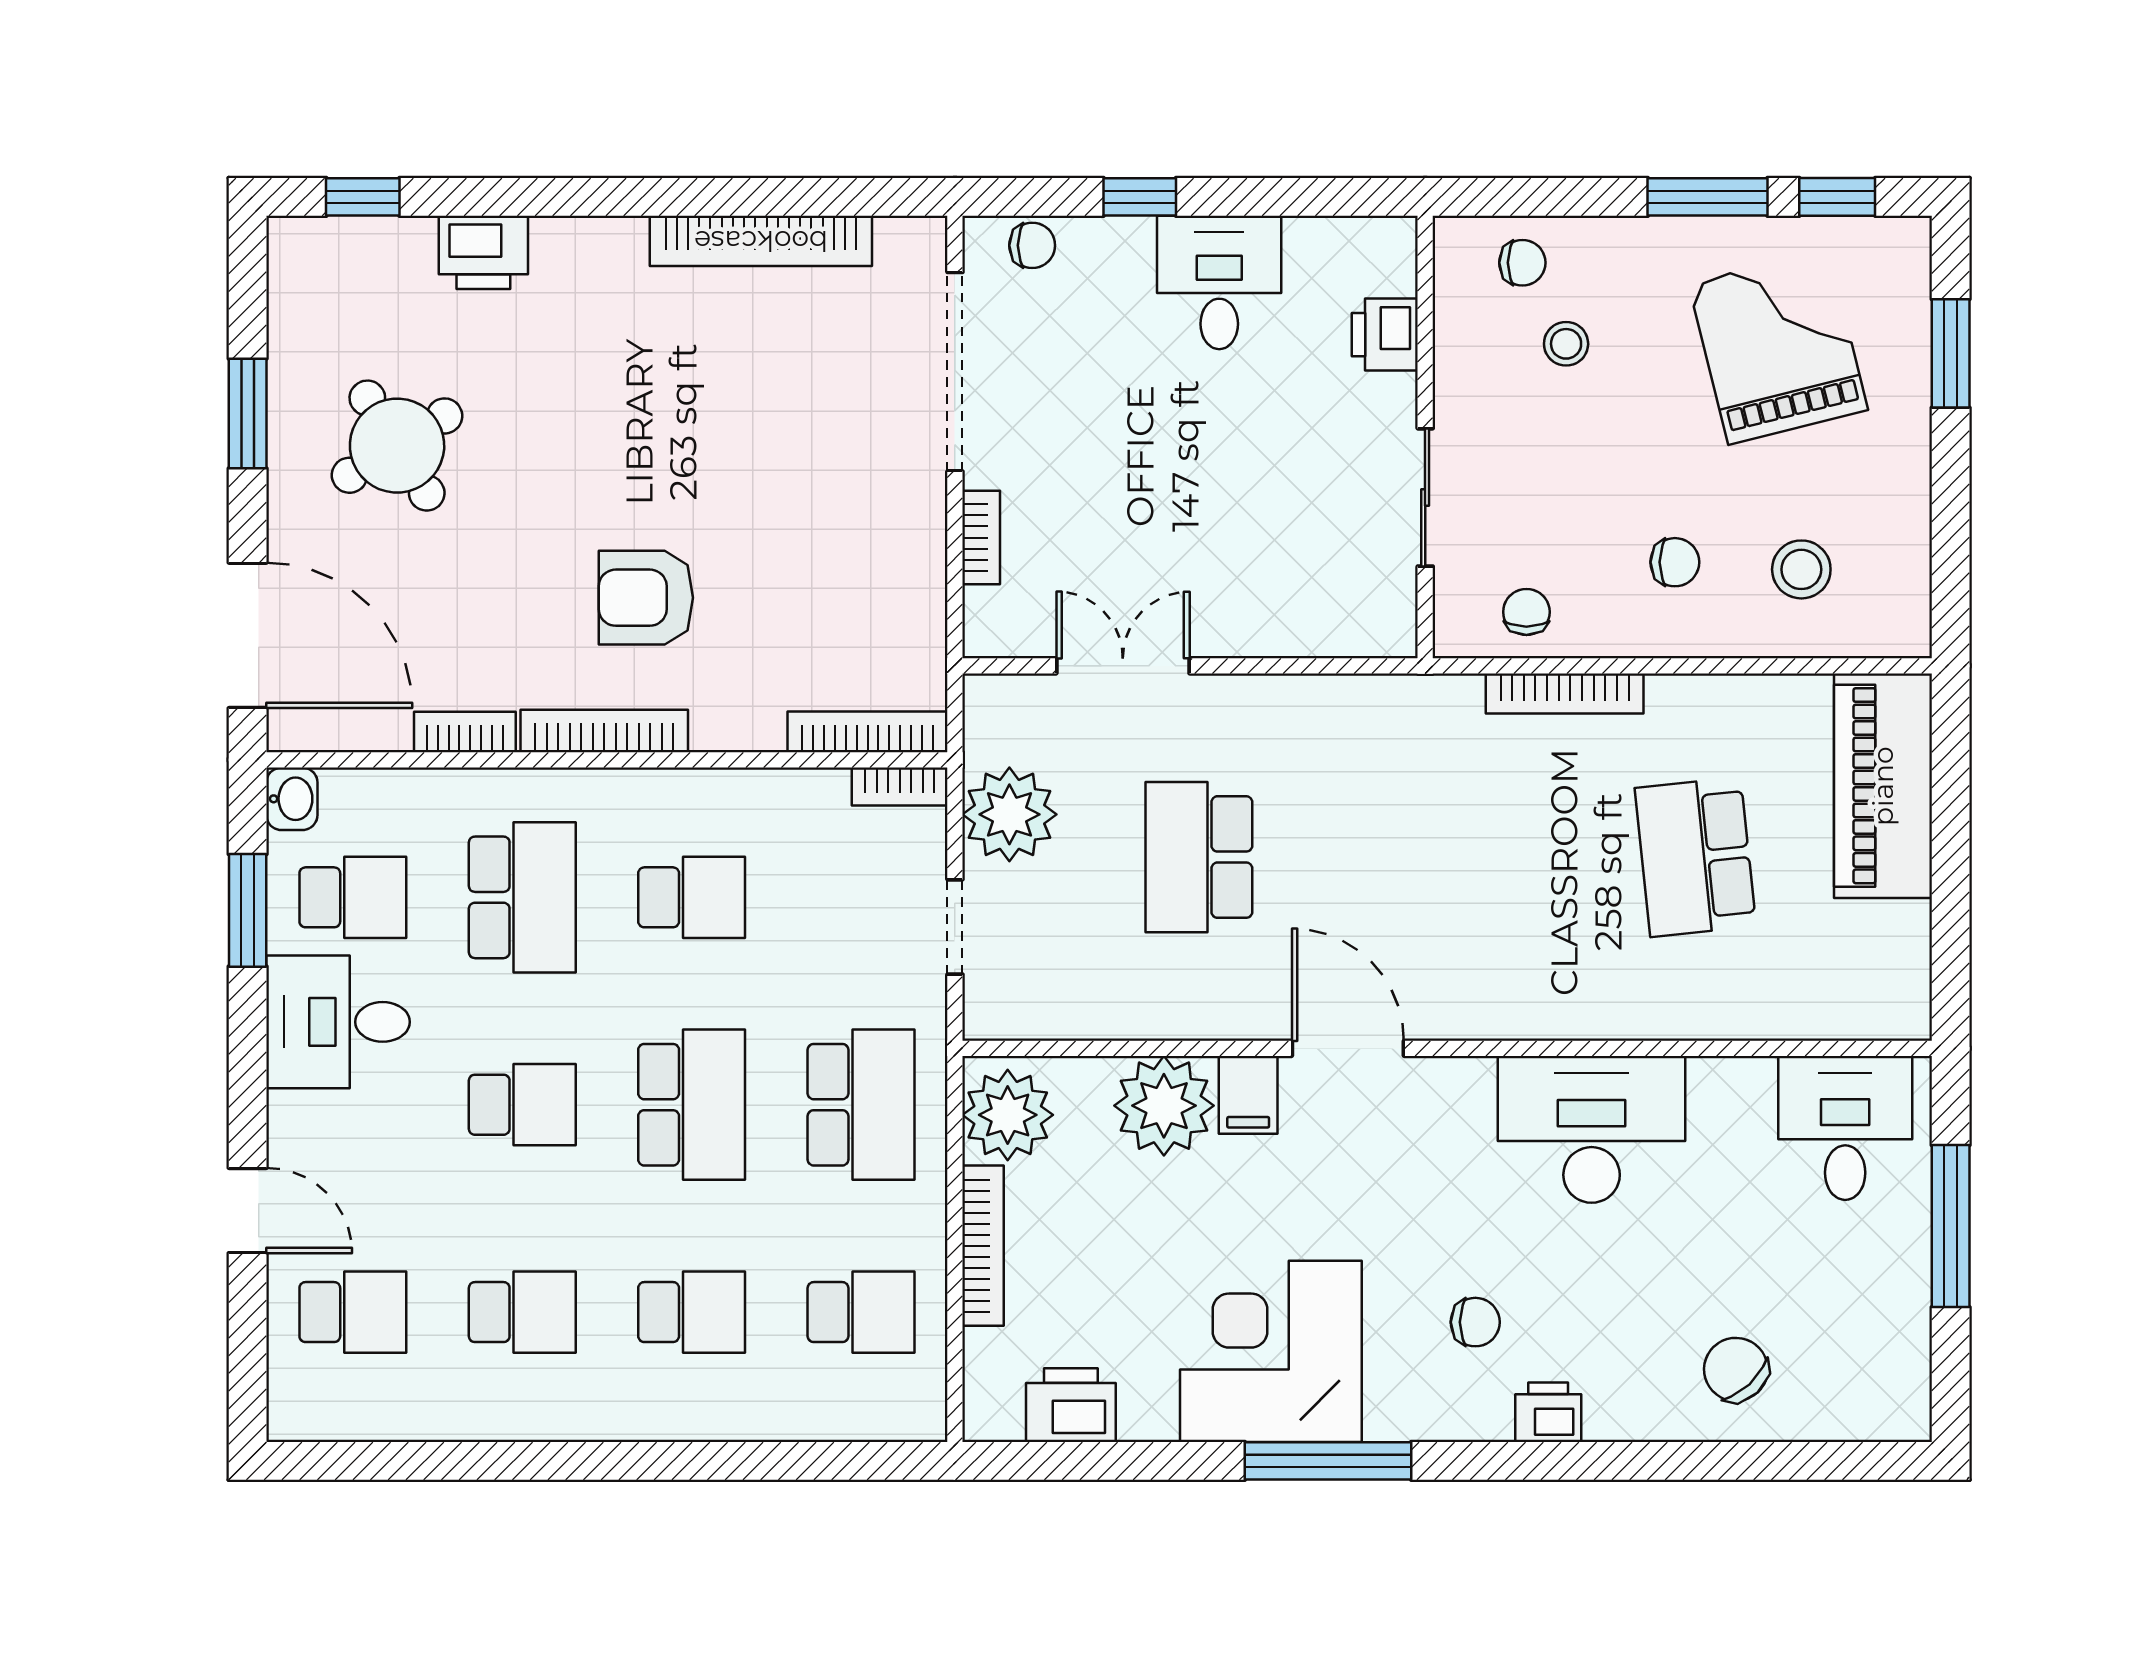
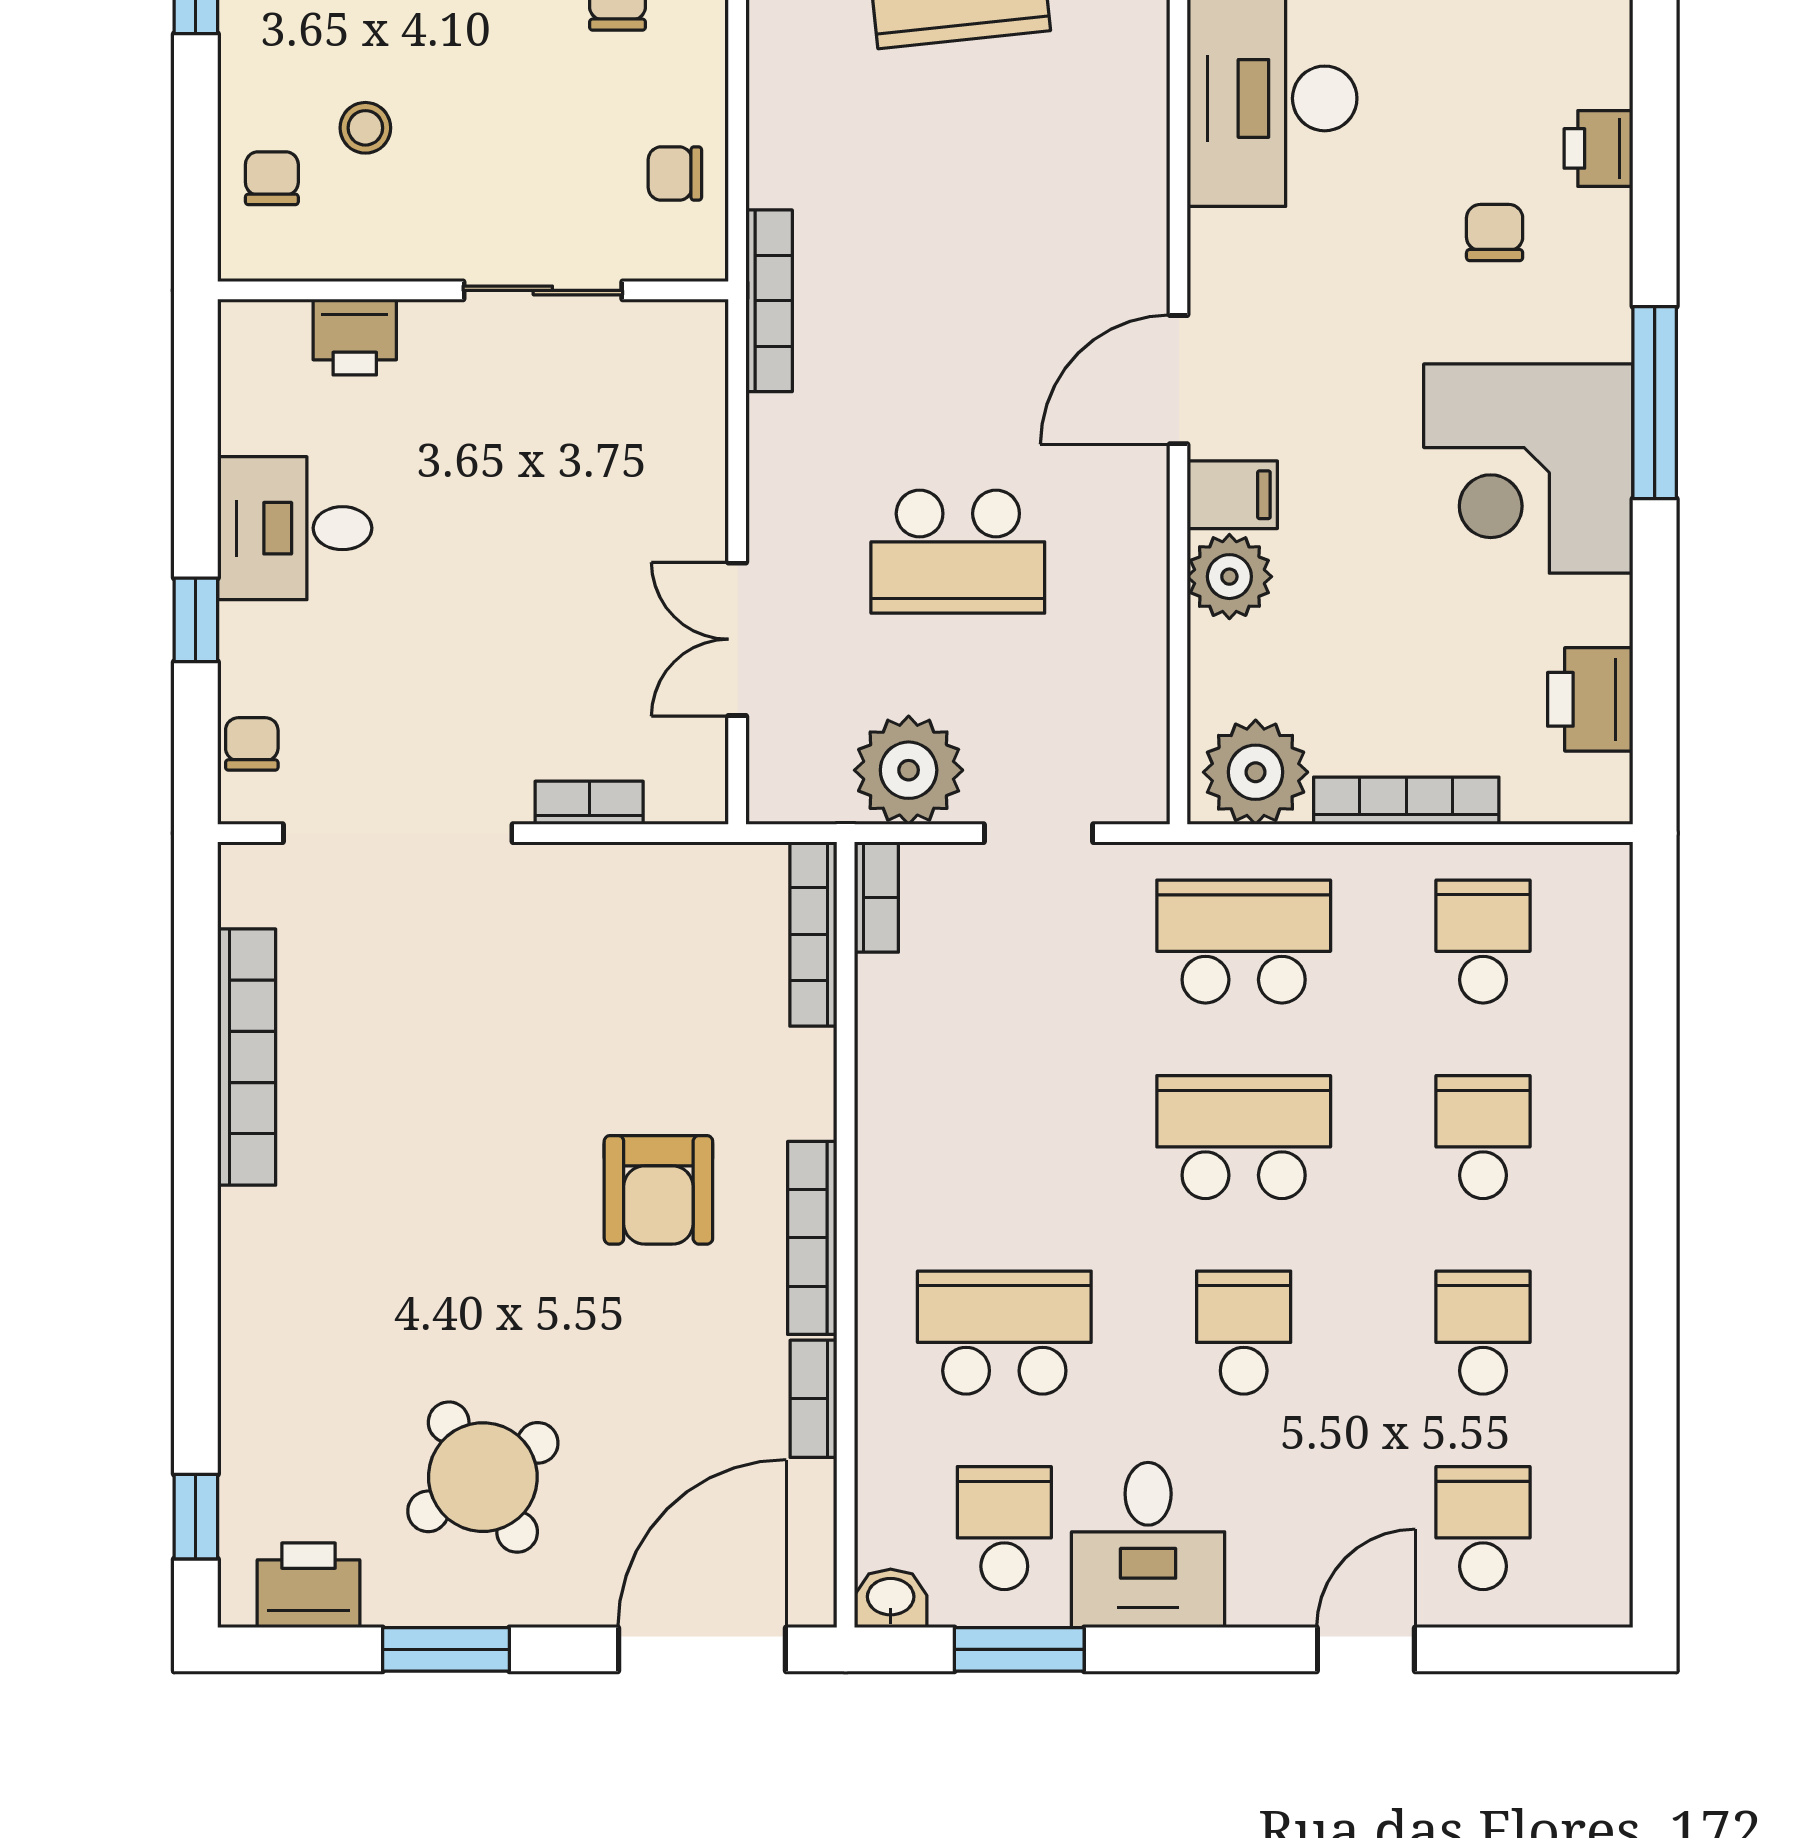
printer: (483, 252) -> (308, 1585), moved, turned -90
bookcase: (1565, 693) -> (769, 301), moved
school desk: (692, 897) -> (1004, 1137), removed
plant: (1164, 1106) -> (1229, 577), width x0.73, depth x0.73

